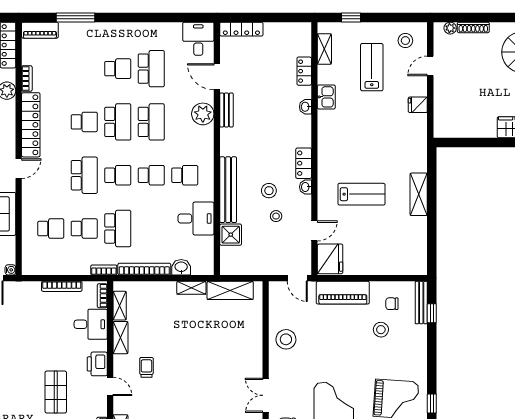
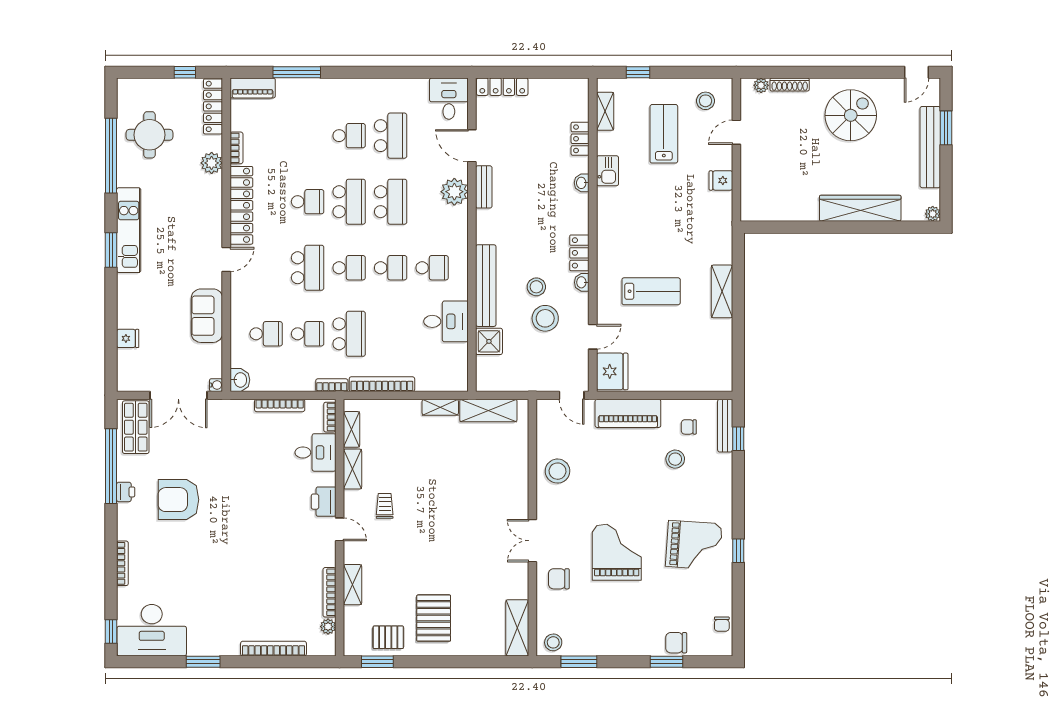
stool: (276, 216) -> (545, 318), width x1.89, depth x1.89
washbasin: (181, 267) -> (240, 380), moved, turned 90
shop shelf: (56, 392) -> (272, 536), removed

